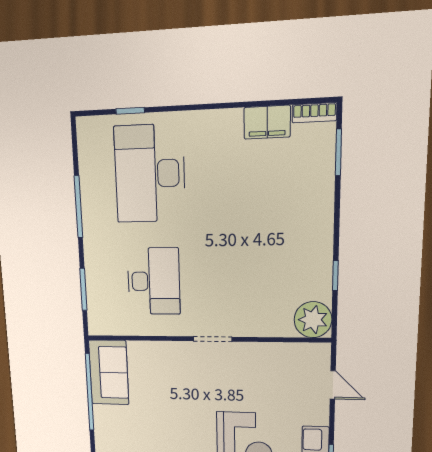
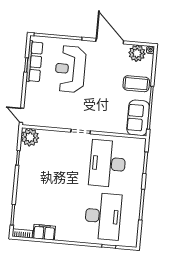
desk: (154, 281) -> (108, 164), width x1.36, depth x1.30
door: (333, 385) -> (22, 115), moved
coffee table: (121, 433) -> (136, 84), added

